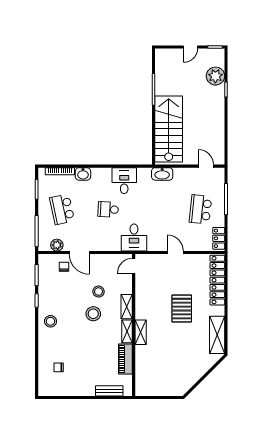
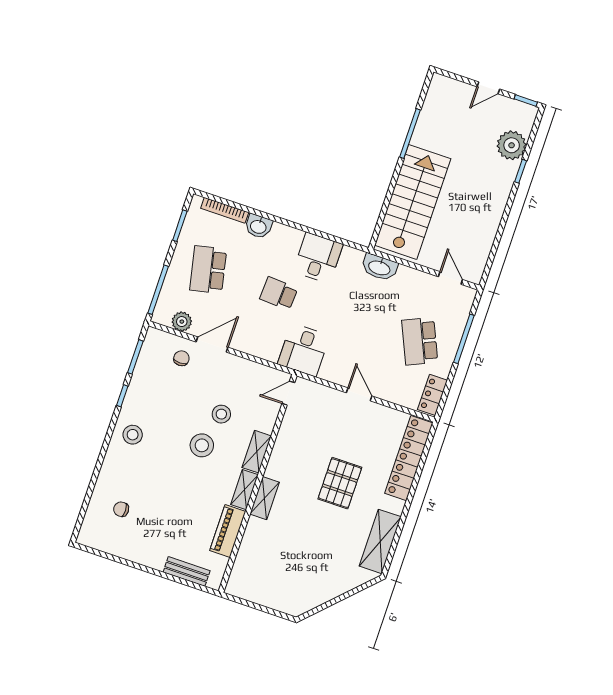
school desk: (200, 209) -> (420, 341), turned -30
door: (79, 253) -> (212, 345), swing flipped

